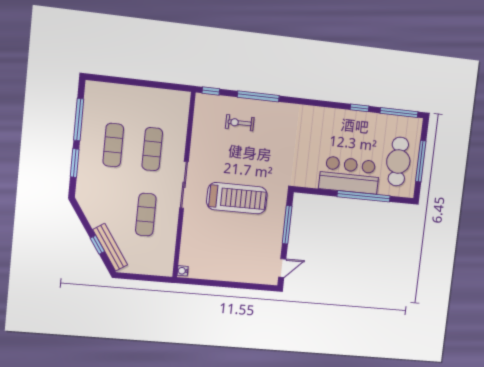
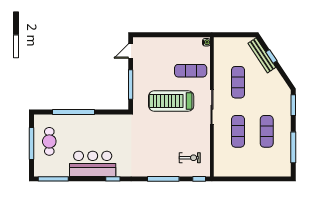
window: (360, 108) -> (113, 179), moved
exercise bike: (240, 123) -> (190, 158), moved
cafe table: (398, 161) -> (49, 141), width x0.73, depth x0.74
window: (75, 163) -> (293, 105), moved
bar counter: (350, 175) -> (93, 164), moved, turned 180
exercise mat: (207, 236) -> (191, 71), added

